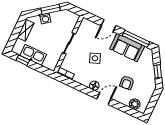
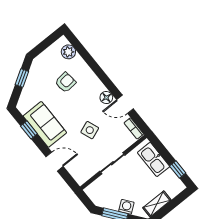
window: (136, 39) -> (29, 130), width x0.46
kitchen sink: (33, 55) -> (154, 159), moved
door: (104, 99) -> (125, 104), moved

